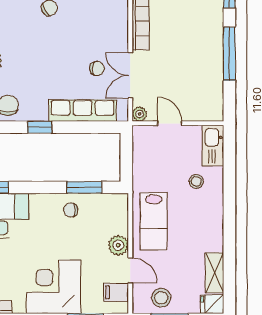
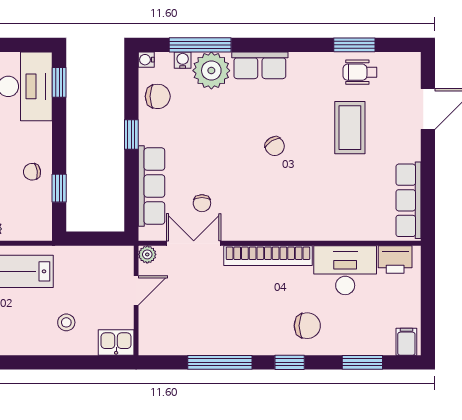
kitchen sink: (213, 145) -> (116, 343), width x0.73
window: (84, 187) -> (59, 188), width x0.67
chair: (71, 210) -> (32, 172), turned -98

